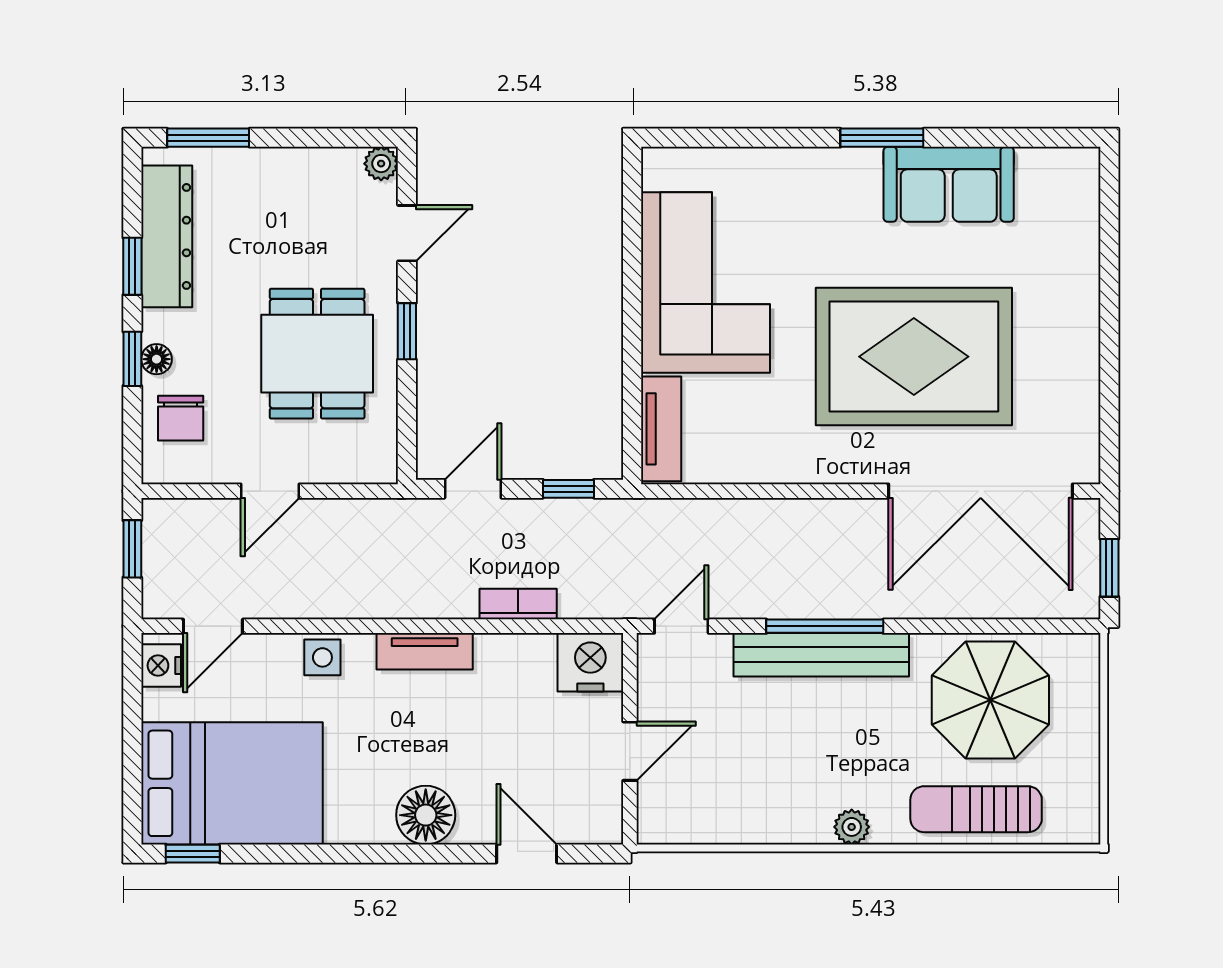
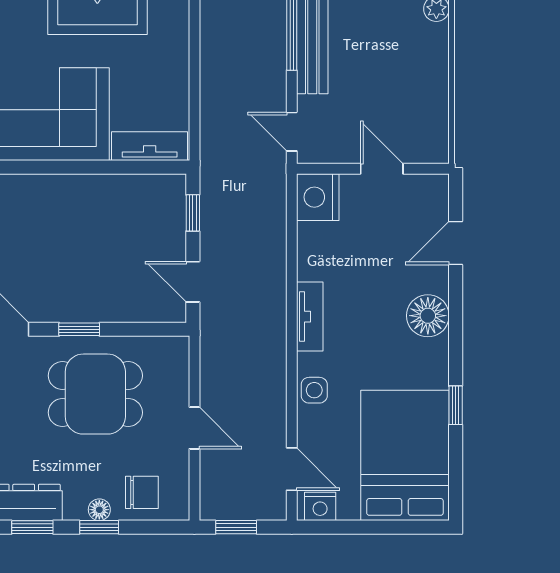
bookcase: (518, 604) -> (276, 249), removed
window: (193, 854) -> (456, 405), moved

